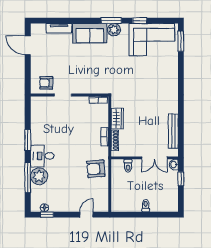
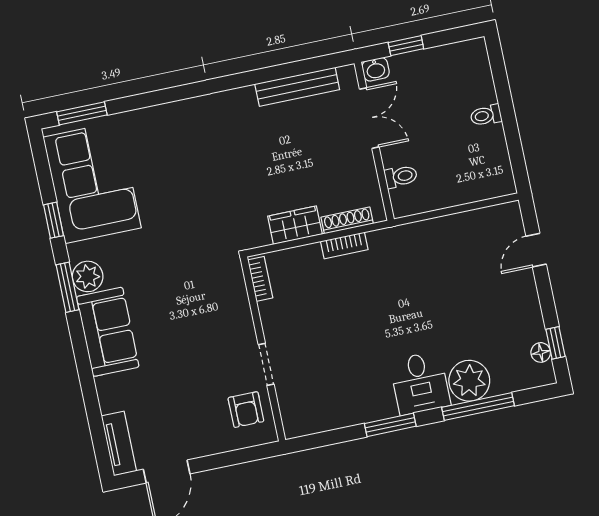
tv unit: (59, 28) -> (119, 443), moved
armchair: (96, 169) -> (424, 251), removed
door: (86, 215) -> (536, 250), hinge flipped

